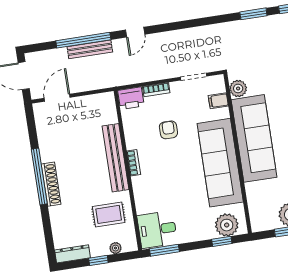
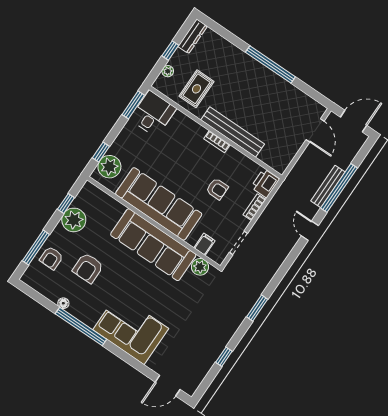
window: (253, 14) -> (257, 308), moved
shoe rack: (51, 184) -> (257, 68), removed

